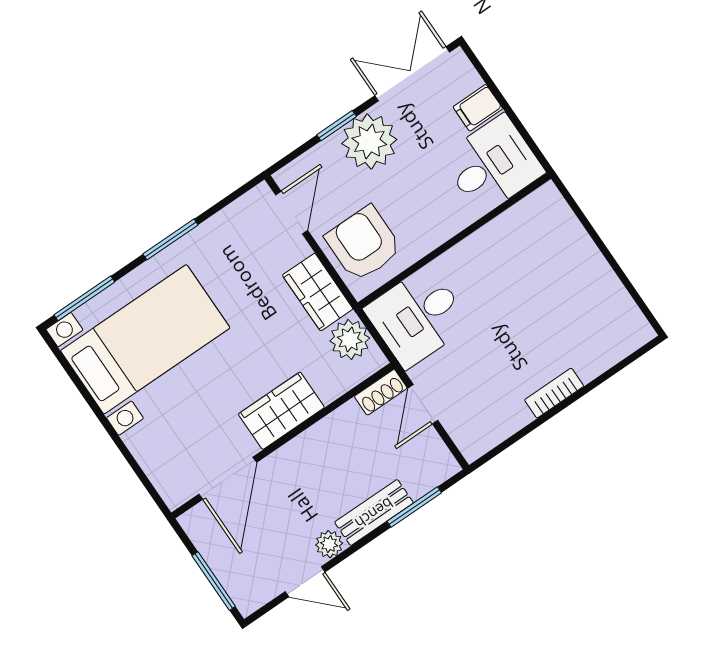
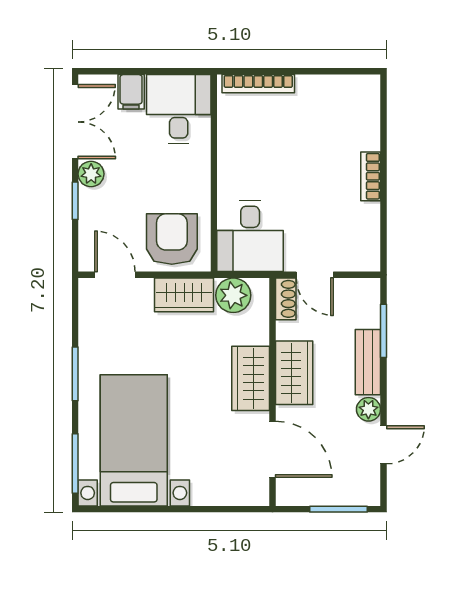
double door: (412, 74) -> (75, 122), swing flipped
plant: (369, 141) -> (91, 174), width x0.53, depth x0.53
bookcase: (569, 224) -> (258, 84), added
armchair: (363, 244) -> (172, 239), turned 90
wardrobe: (315, 449) -> (294, 373), added

